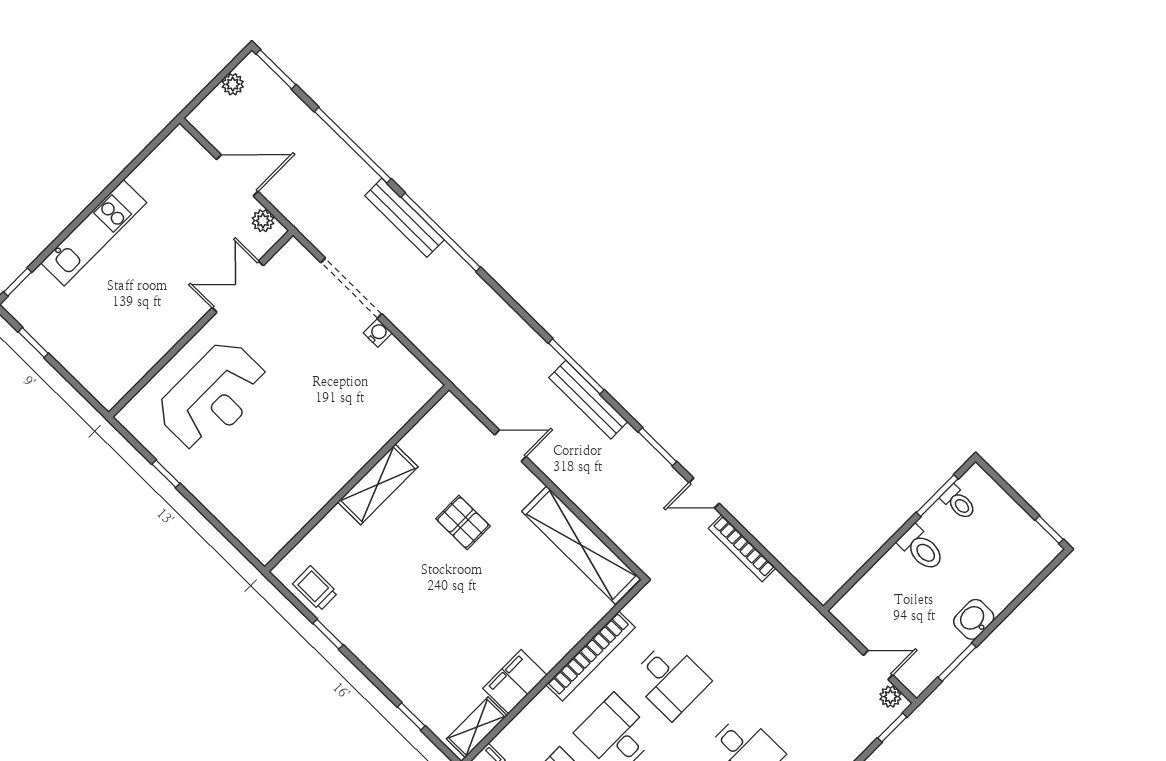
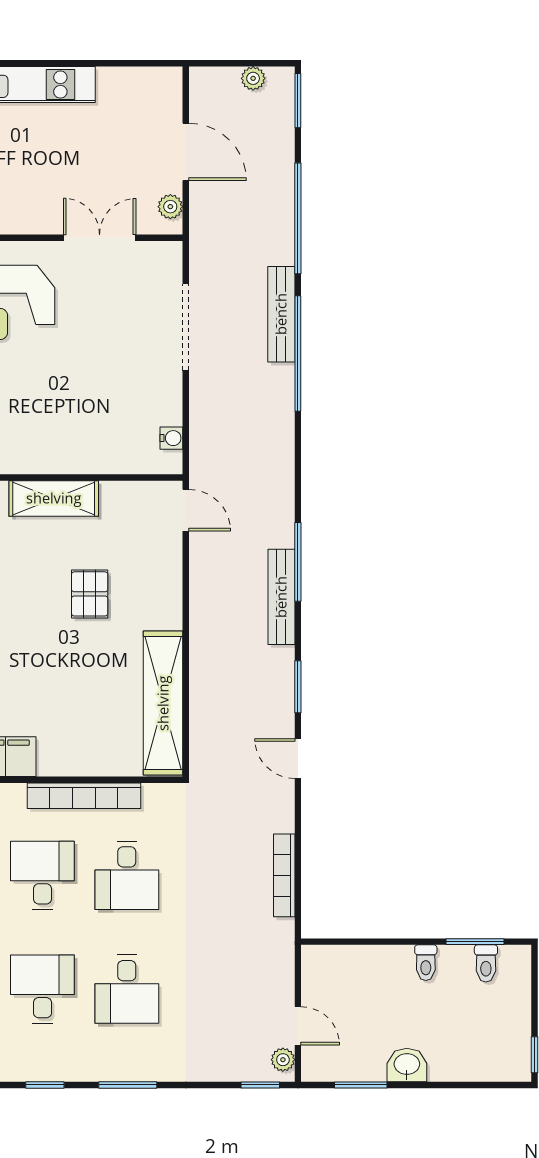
water cooler: (378, 333) -> (171, 438), moved
door: (510, 446) -> (186, 510), moved
bookcase: (742, 548) -> (284, 875), moved
toilet: (921, 548) -> (426, 963), width x0.73, depth x0.72

